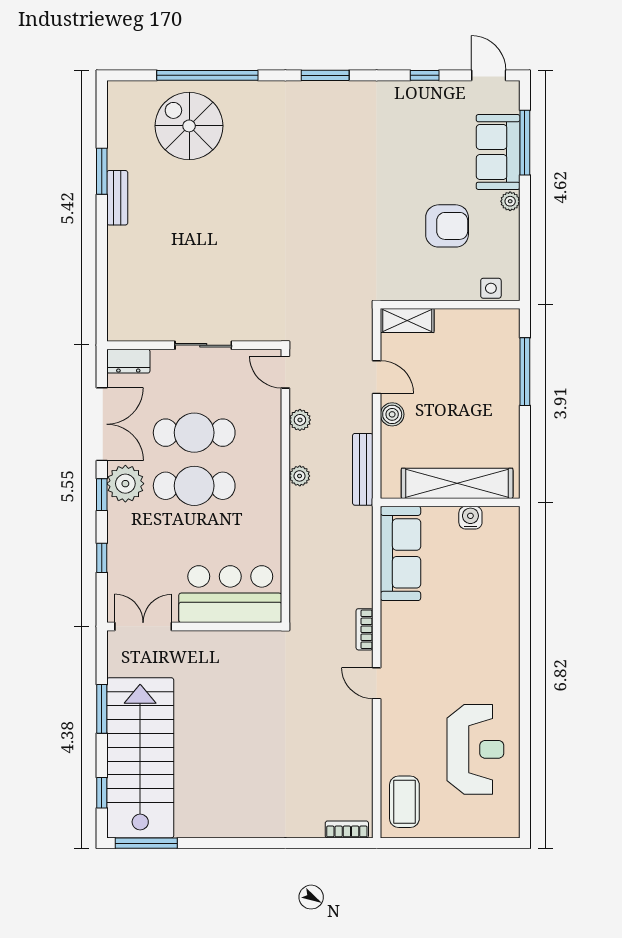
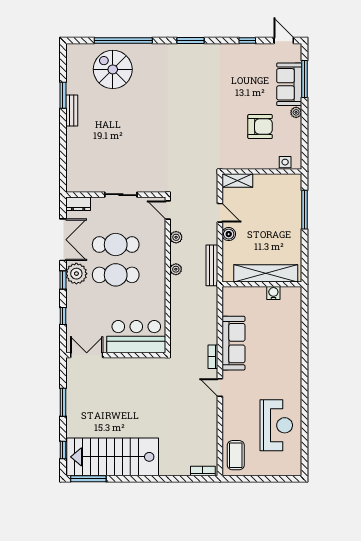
sofa: (401, 553) -> (233, 343), moved
stairs: (140, 758) -> (113, 457), moved, turned -90

